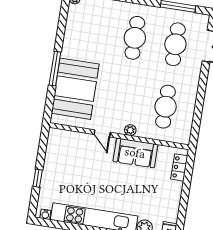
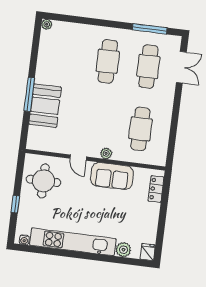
booth: (75, 89) -> (45, 106), width x0.73, depth x0.70
round table: (67, 156) -> (43, 181), added

